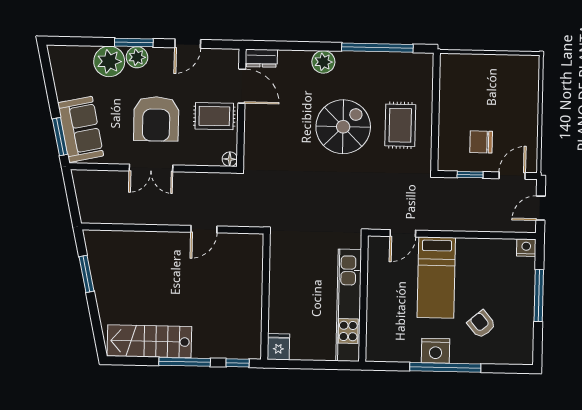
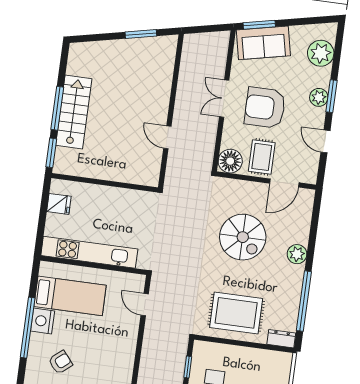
dresser: (261, 58) -> (281, 339), moved, turned 90
plant: (109, 61) -> (321, 53), moved
rug: (400, 125) -> (236, 313), width x1.36, depth x1.43
spiral stairs: (343, 127) -> (243, 237), moved
floor lamp: (230, 159) -> (230, 161), width x1.89, depth x1.89
bed: (436, 278) -> (70, 296), moved, turned 180
stairs: (149, 341) -> (74, 112), moved
fridge: (278, 347) -> (59, 204), moved
window: (238, 363) -> (51, 153), width x1.50

